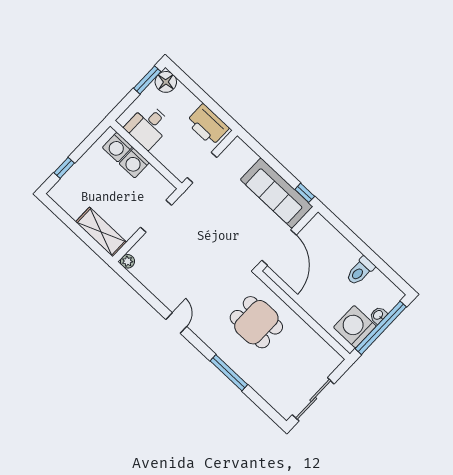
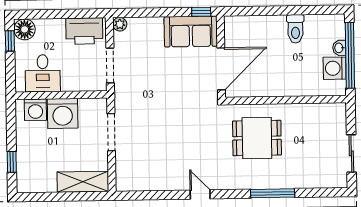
window: (147, 80) -> (10, 41), width x0.67
washing machine: (134, 163) -> (63, 113), width x1.37, depth x1.37
sofa: (277, 193) -> (191, 31), width x0.73
door: (279, 248) -> (221, 69), hinge flipped
plant: (128, 261) -> (120, 24), moved
washing machine: (355, 327) -> (335, 68), width x0.73, depth x0.73
sliding door: (313, 399) -> (351, 153), width x0.73

